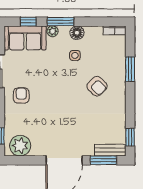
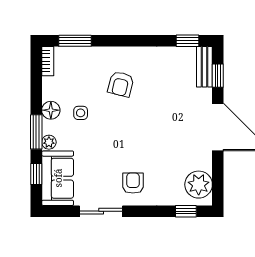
window: (130, 69) -> (75, 41), moved
armchair: (97, 86) -> (121, 84), turned 150
armchair: (21, 96) -> (133, 183), turned 90
window: (103, 160) -> (218, 76), width x0.67

